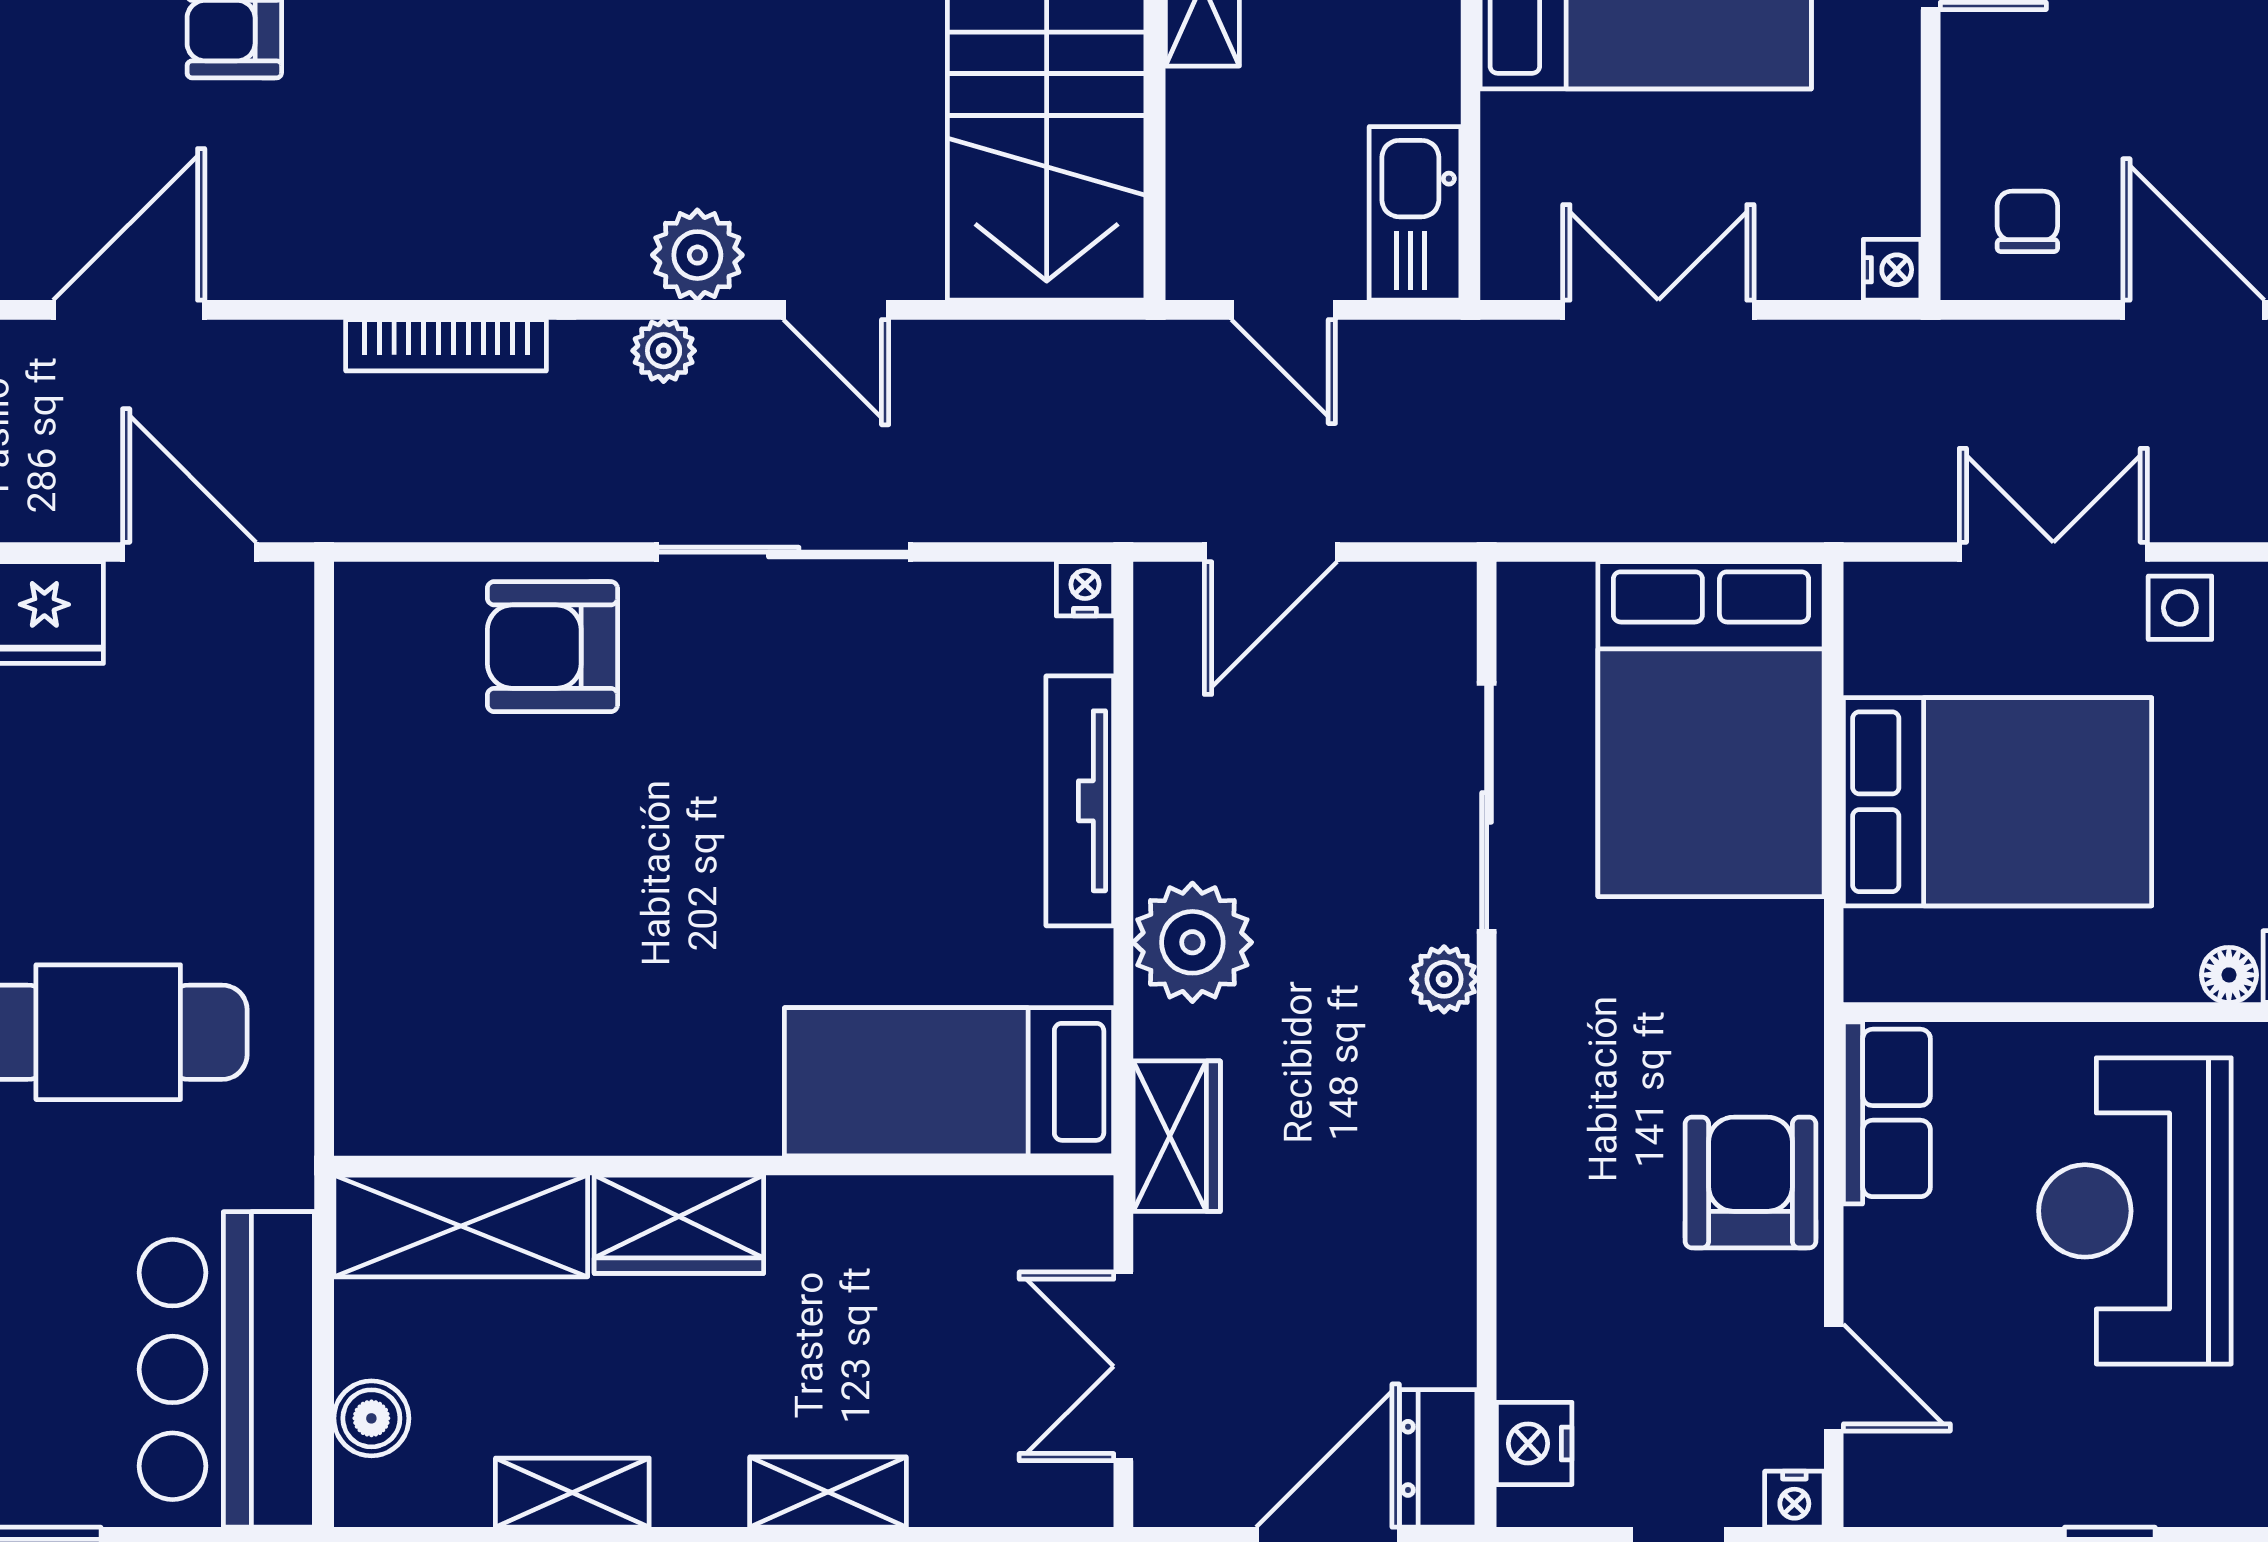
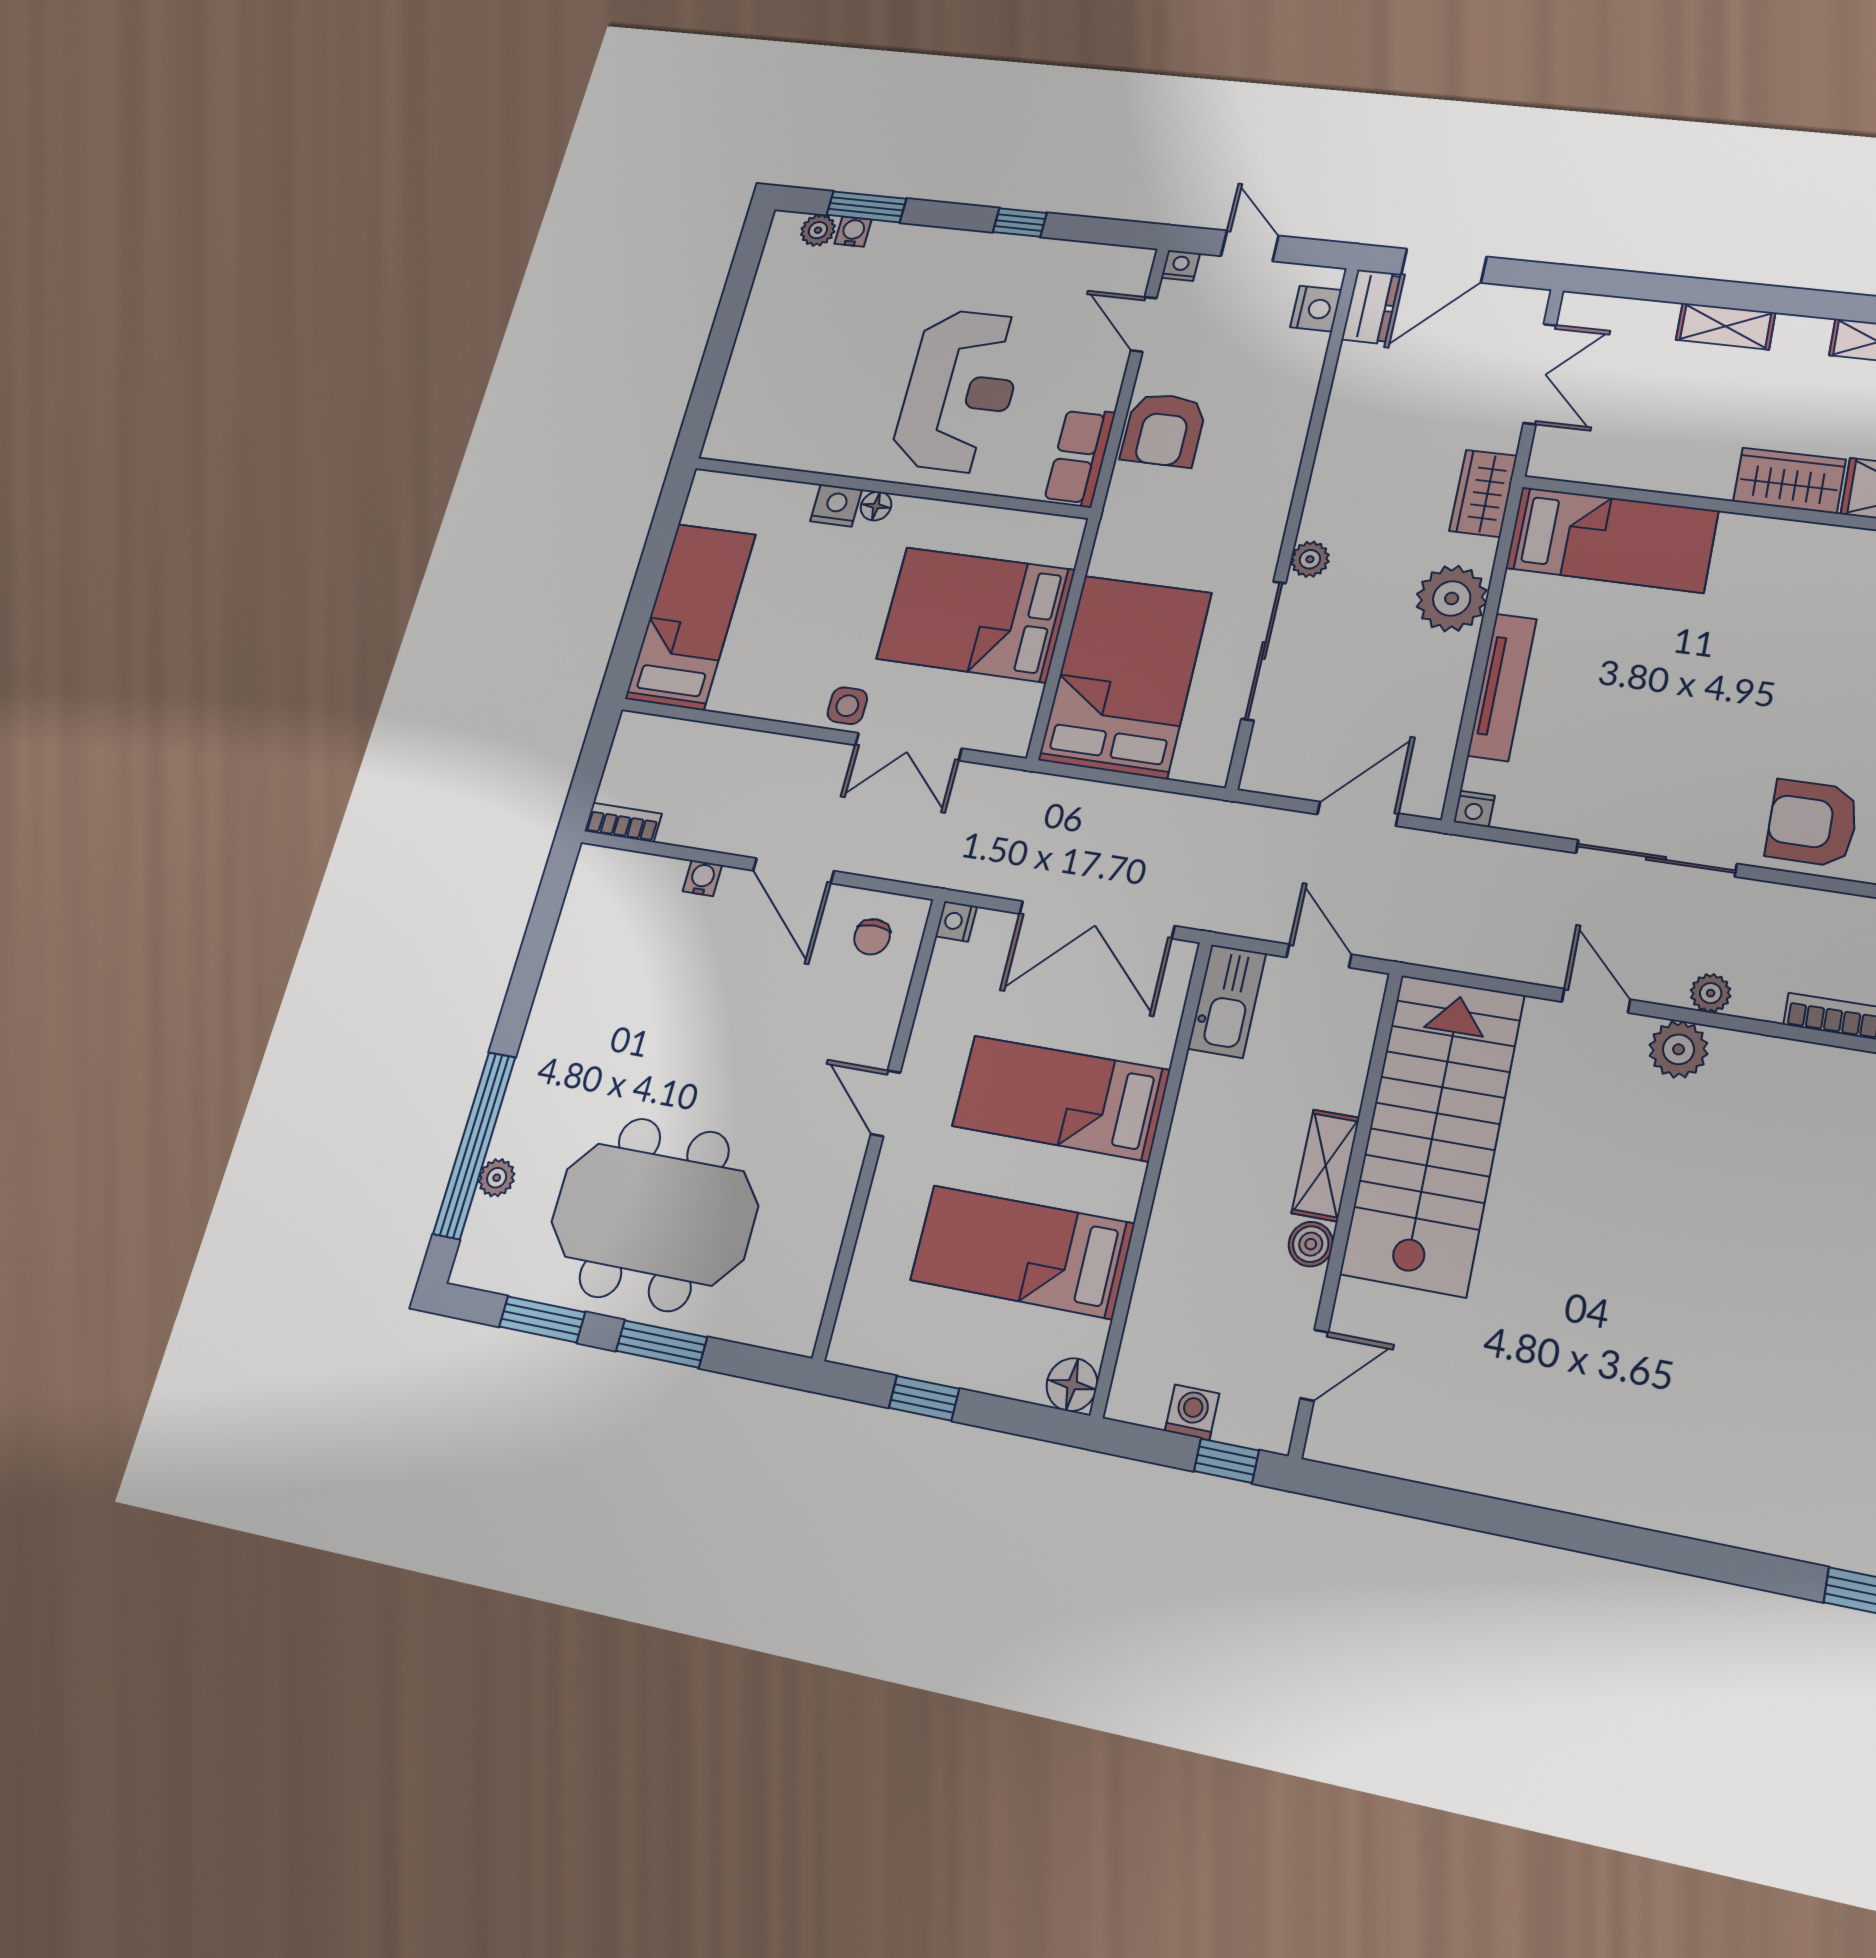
double door: (1658, 310) -> (1097, 920), width x1.37
armchair: (552, 647) -> (1812, 823), turned 180

